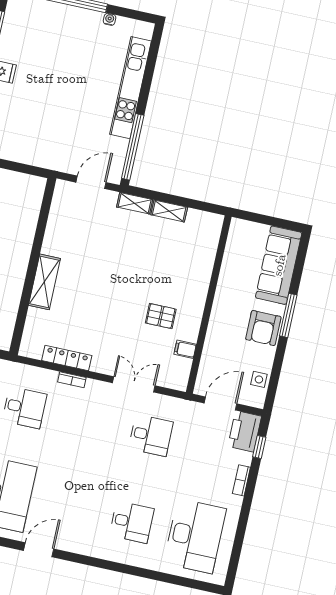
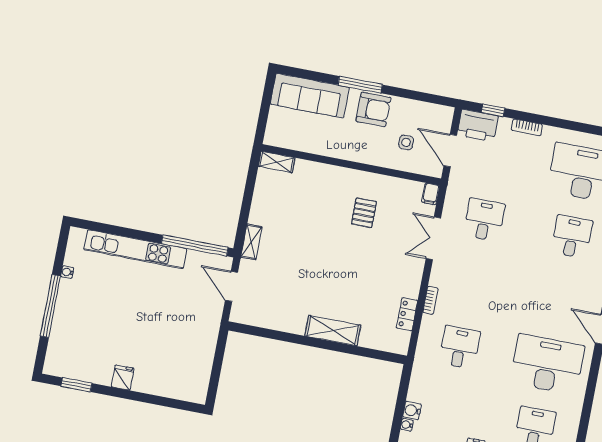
shelving: (169, 211) -> (277, 162), moved, turned 90
filing cabinet: (185, 349) -> (431, 194), moved
locker: (67, 358) -> (407, 314), width x0.66
side table: (259, 379) -> (406, 142), moved

